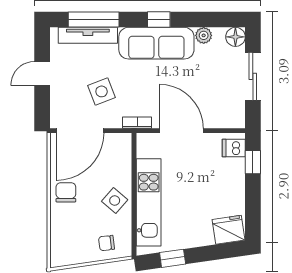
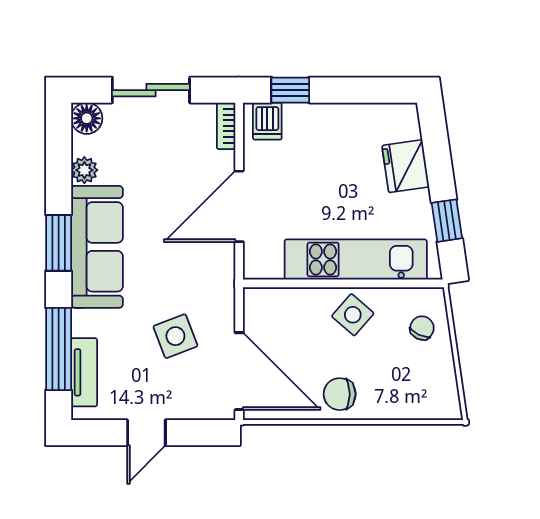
window: (159, 20) -> (59, 243), width x1.50
tv unit: (88, 35) -> (84, 372), width x0.71
door: (42, 74) -> (146, 433), hinge flipped
bookcase: (137, 123) -> (226, 126), moved
fridge: (229, 230) -> (406, 166), moved
chair: (107, 243) -> (422, 328), turned -148

